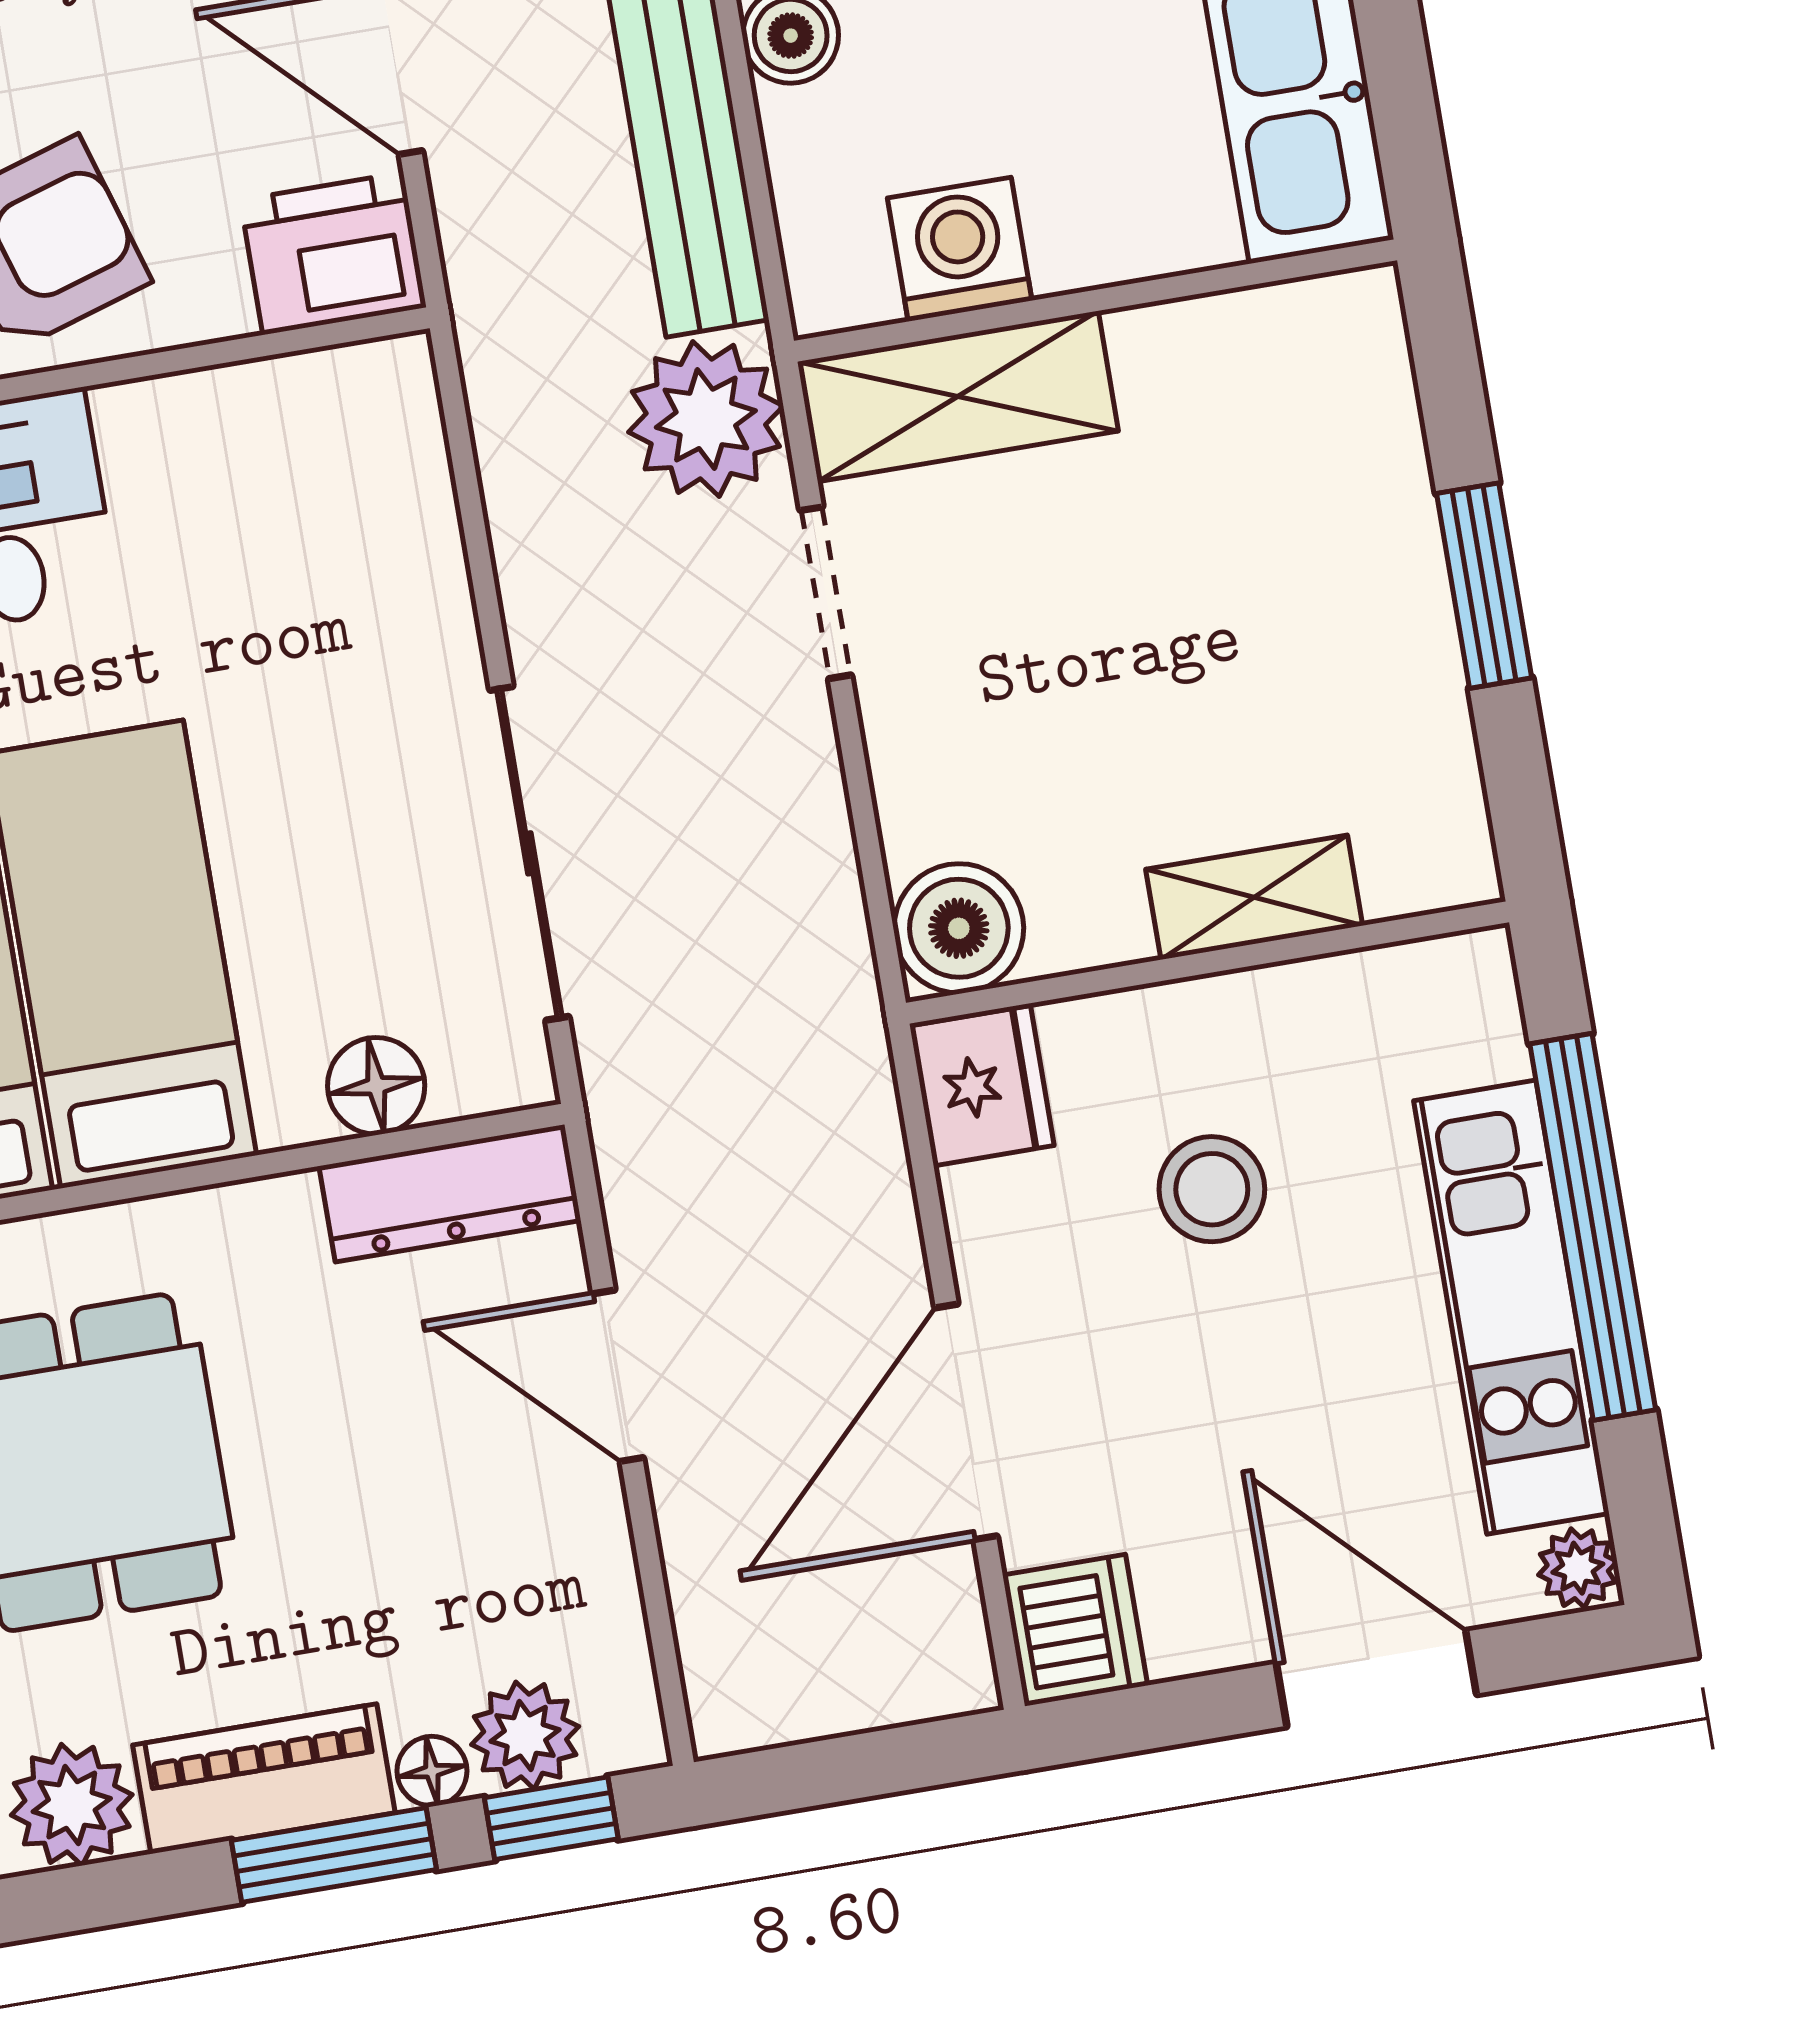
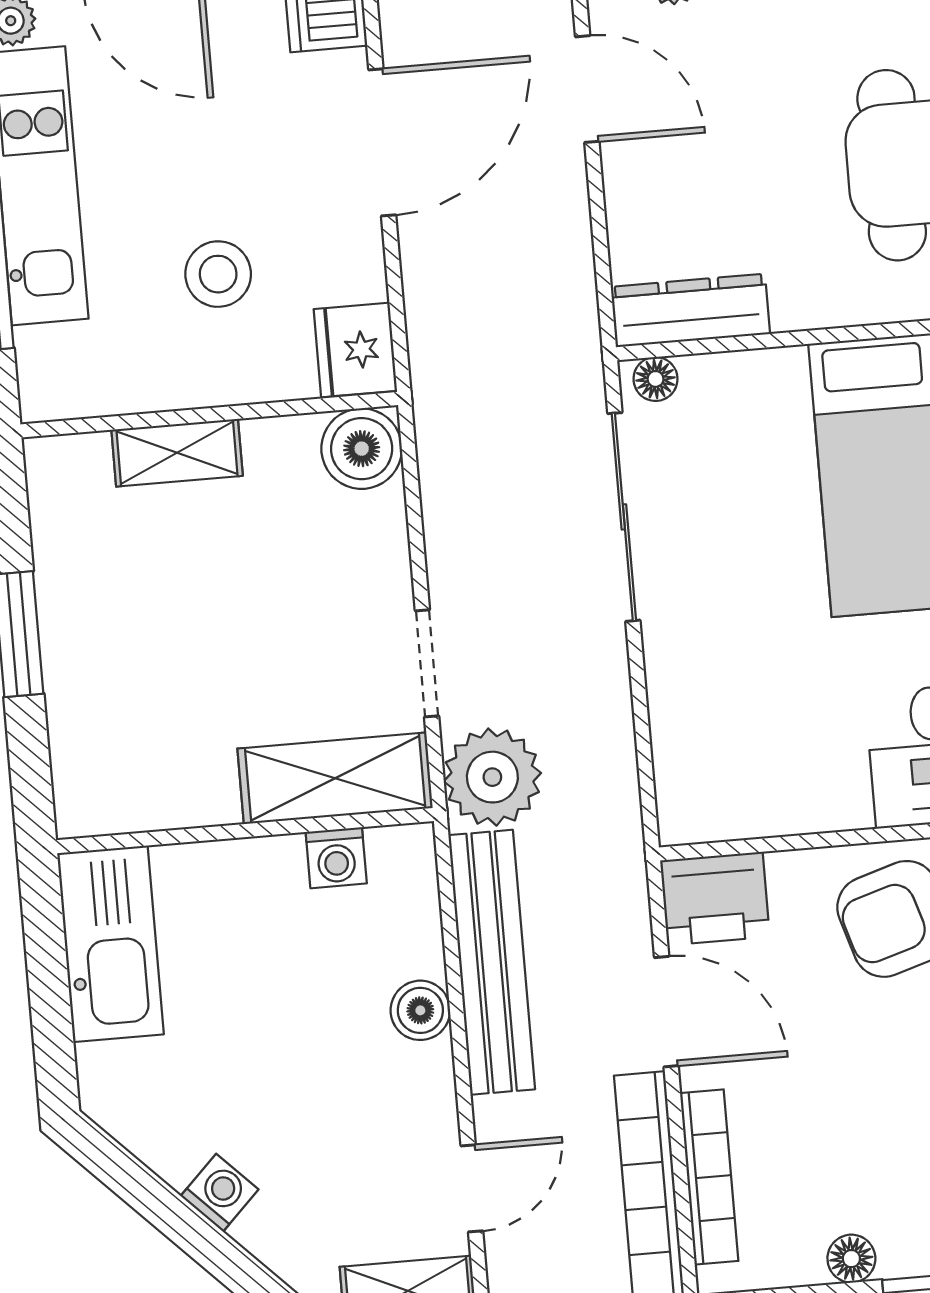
washing machine: (960, 249) -> (336, 858), width x0.73, depth x0.73
floor lamp: (376, 1086) -> (656, 379), moved, width x0.73, depth x0.73
door: (618, 1376) -> (587, 89), moved

